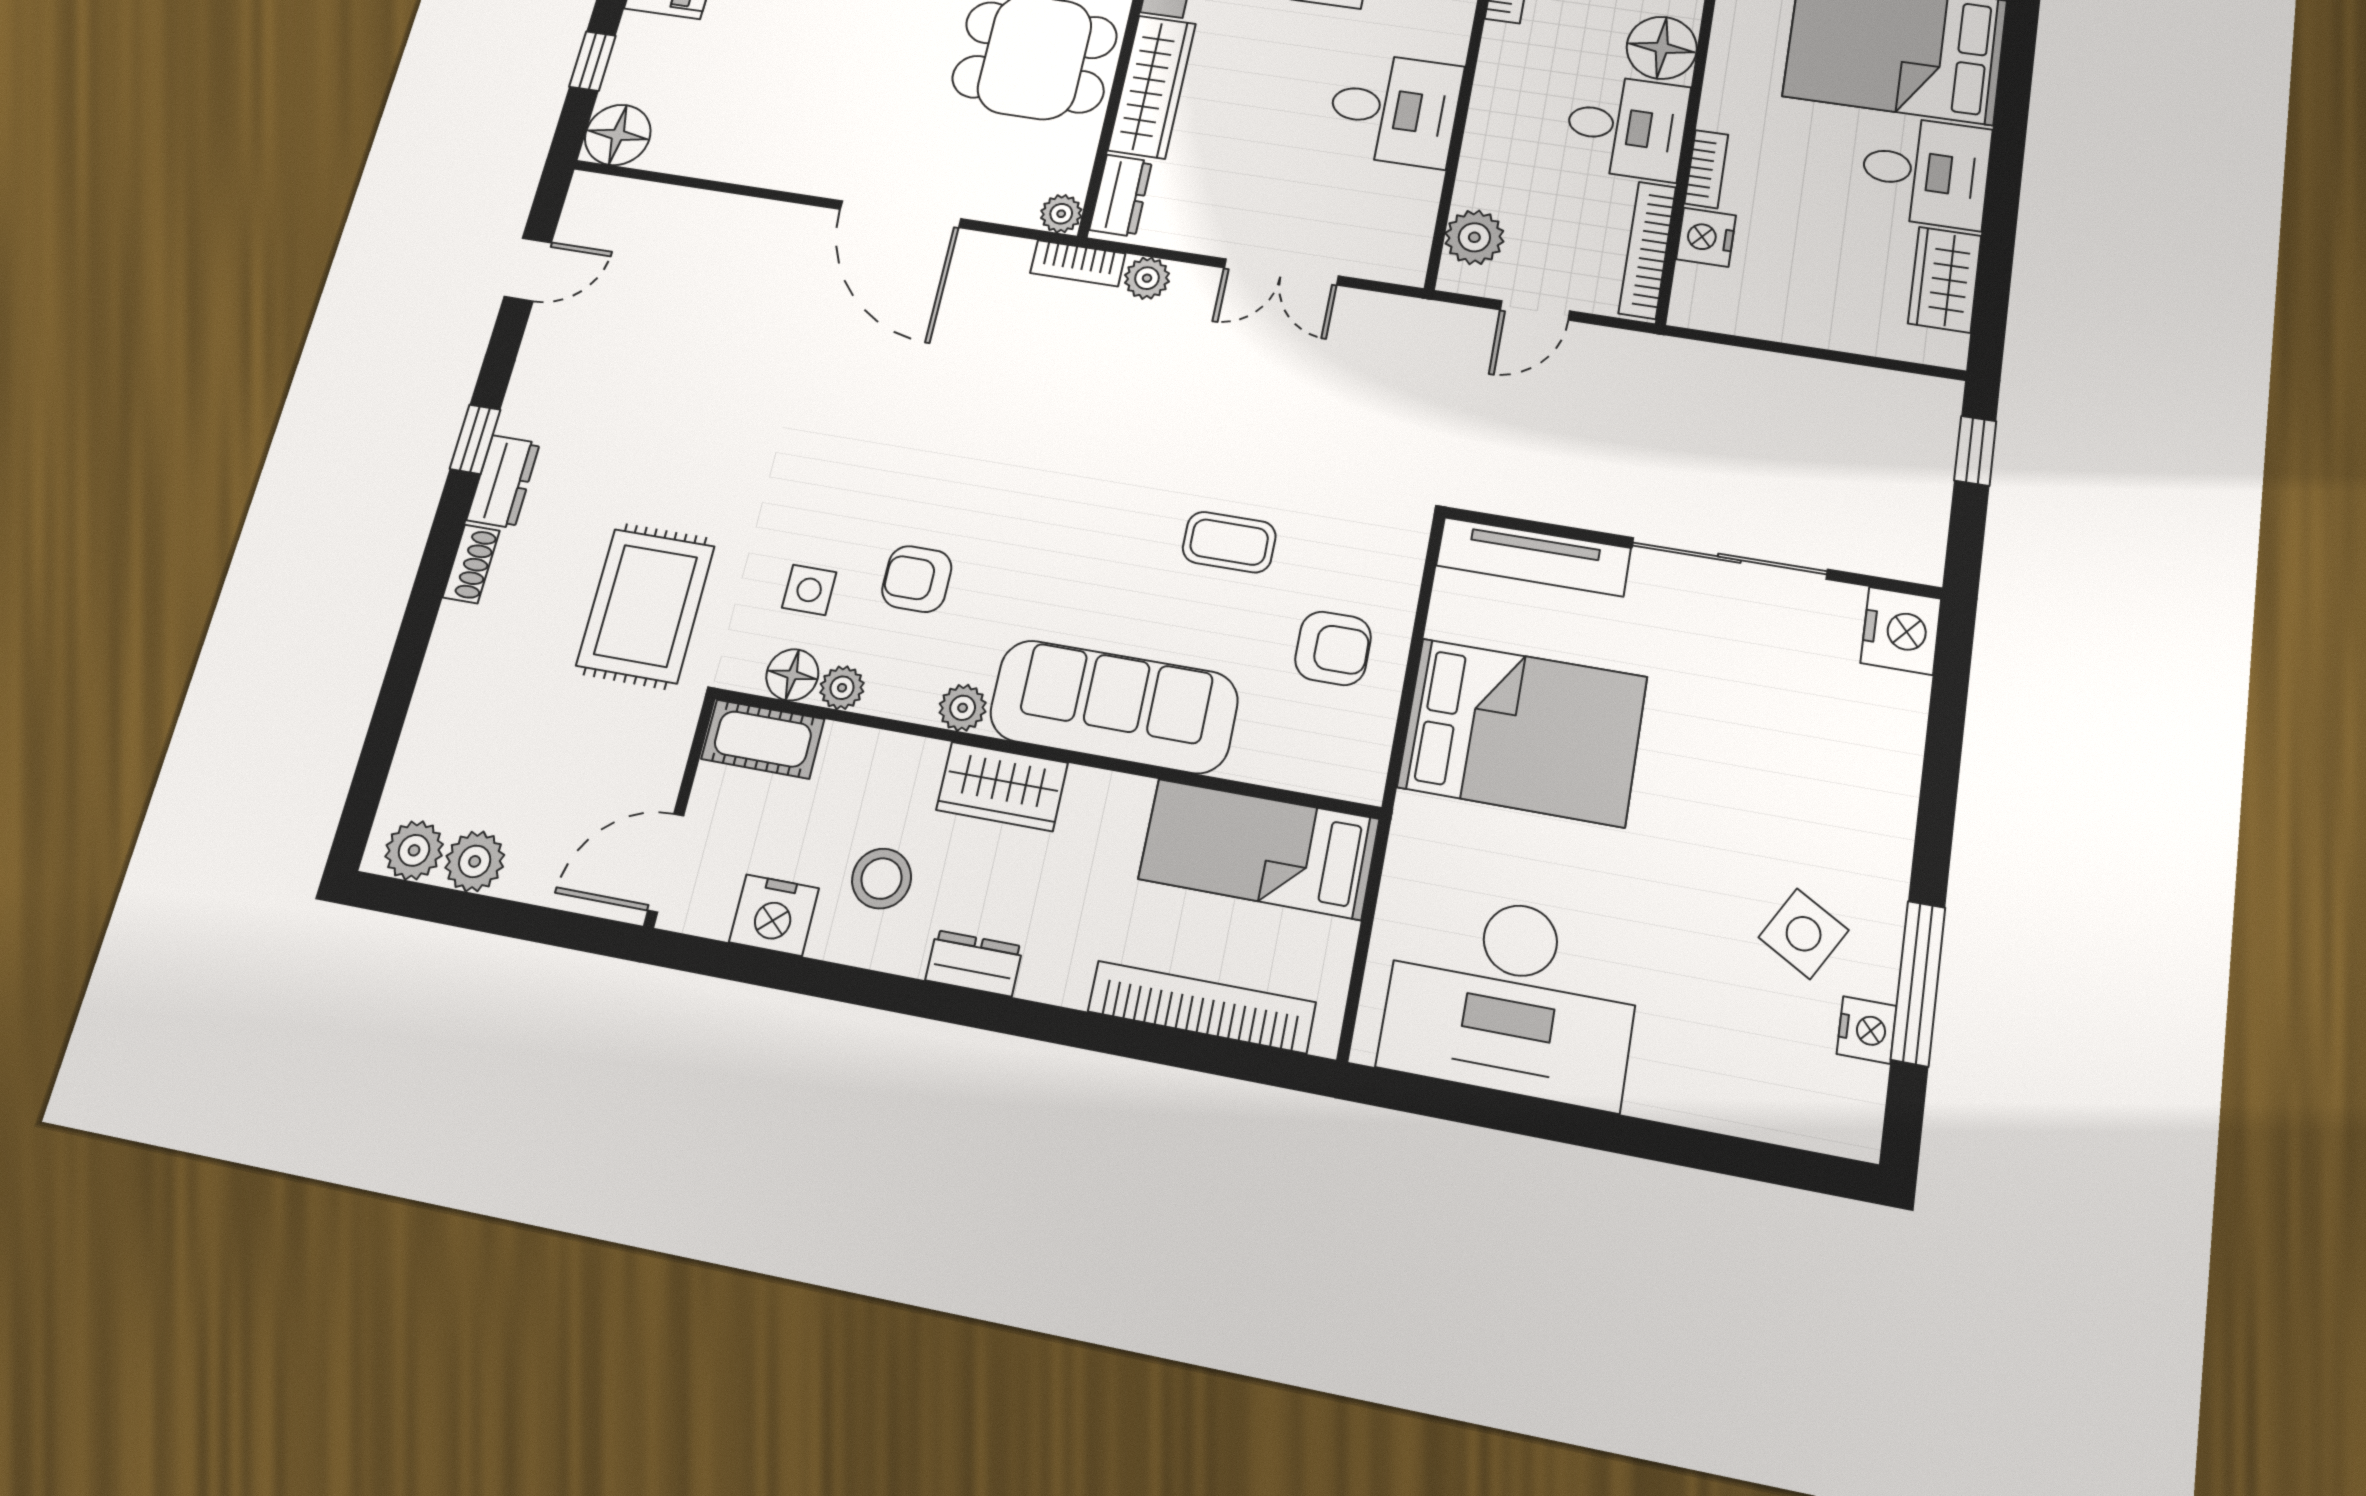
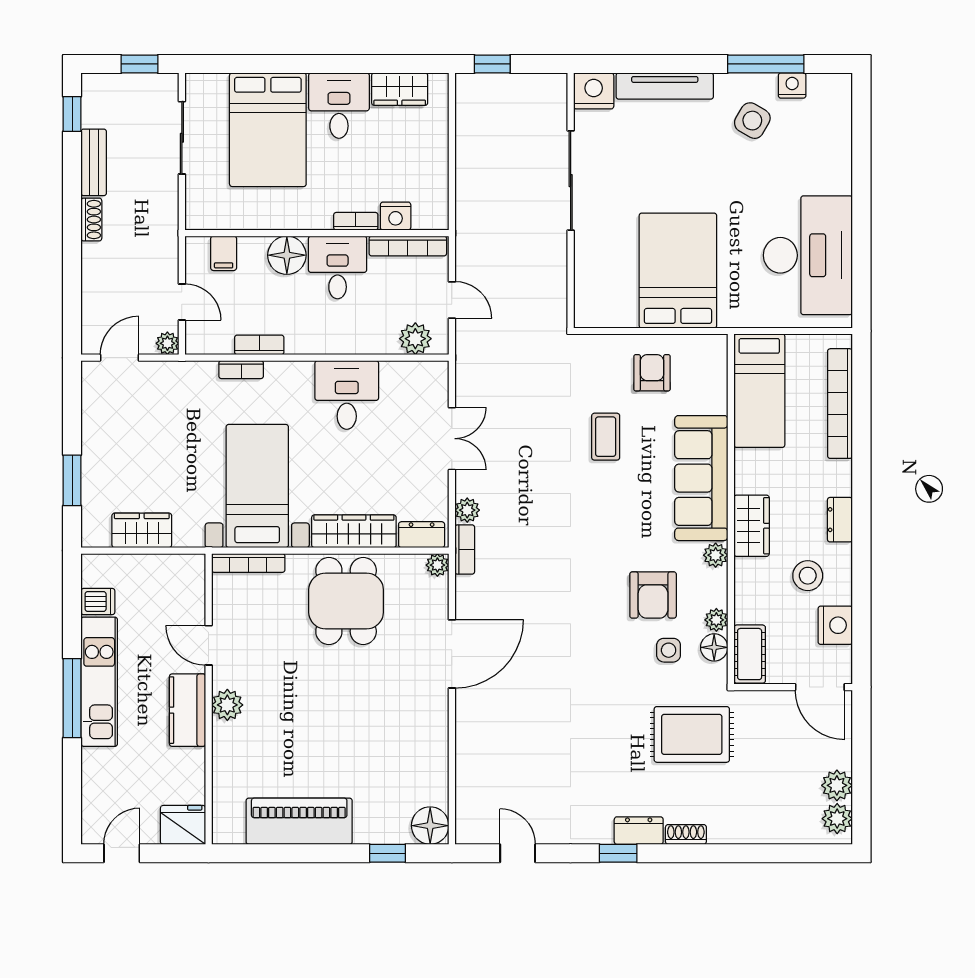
tv unit: (1533, 557) -> (665, 86), moved, turned 90
armchair: (917, 579) -> (653, 595), width x1.38, depth x1.38

